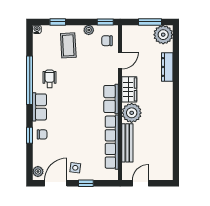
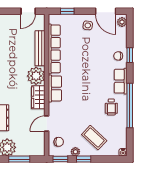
window: (58, 22) -> (84, 159), moved
coffee table: (68, 45) -> (94, 138), turned -44
door: (56, 183) -> (106, 11), hinge flipped
window: (86, 183) -> (67, 11), moved

